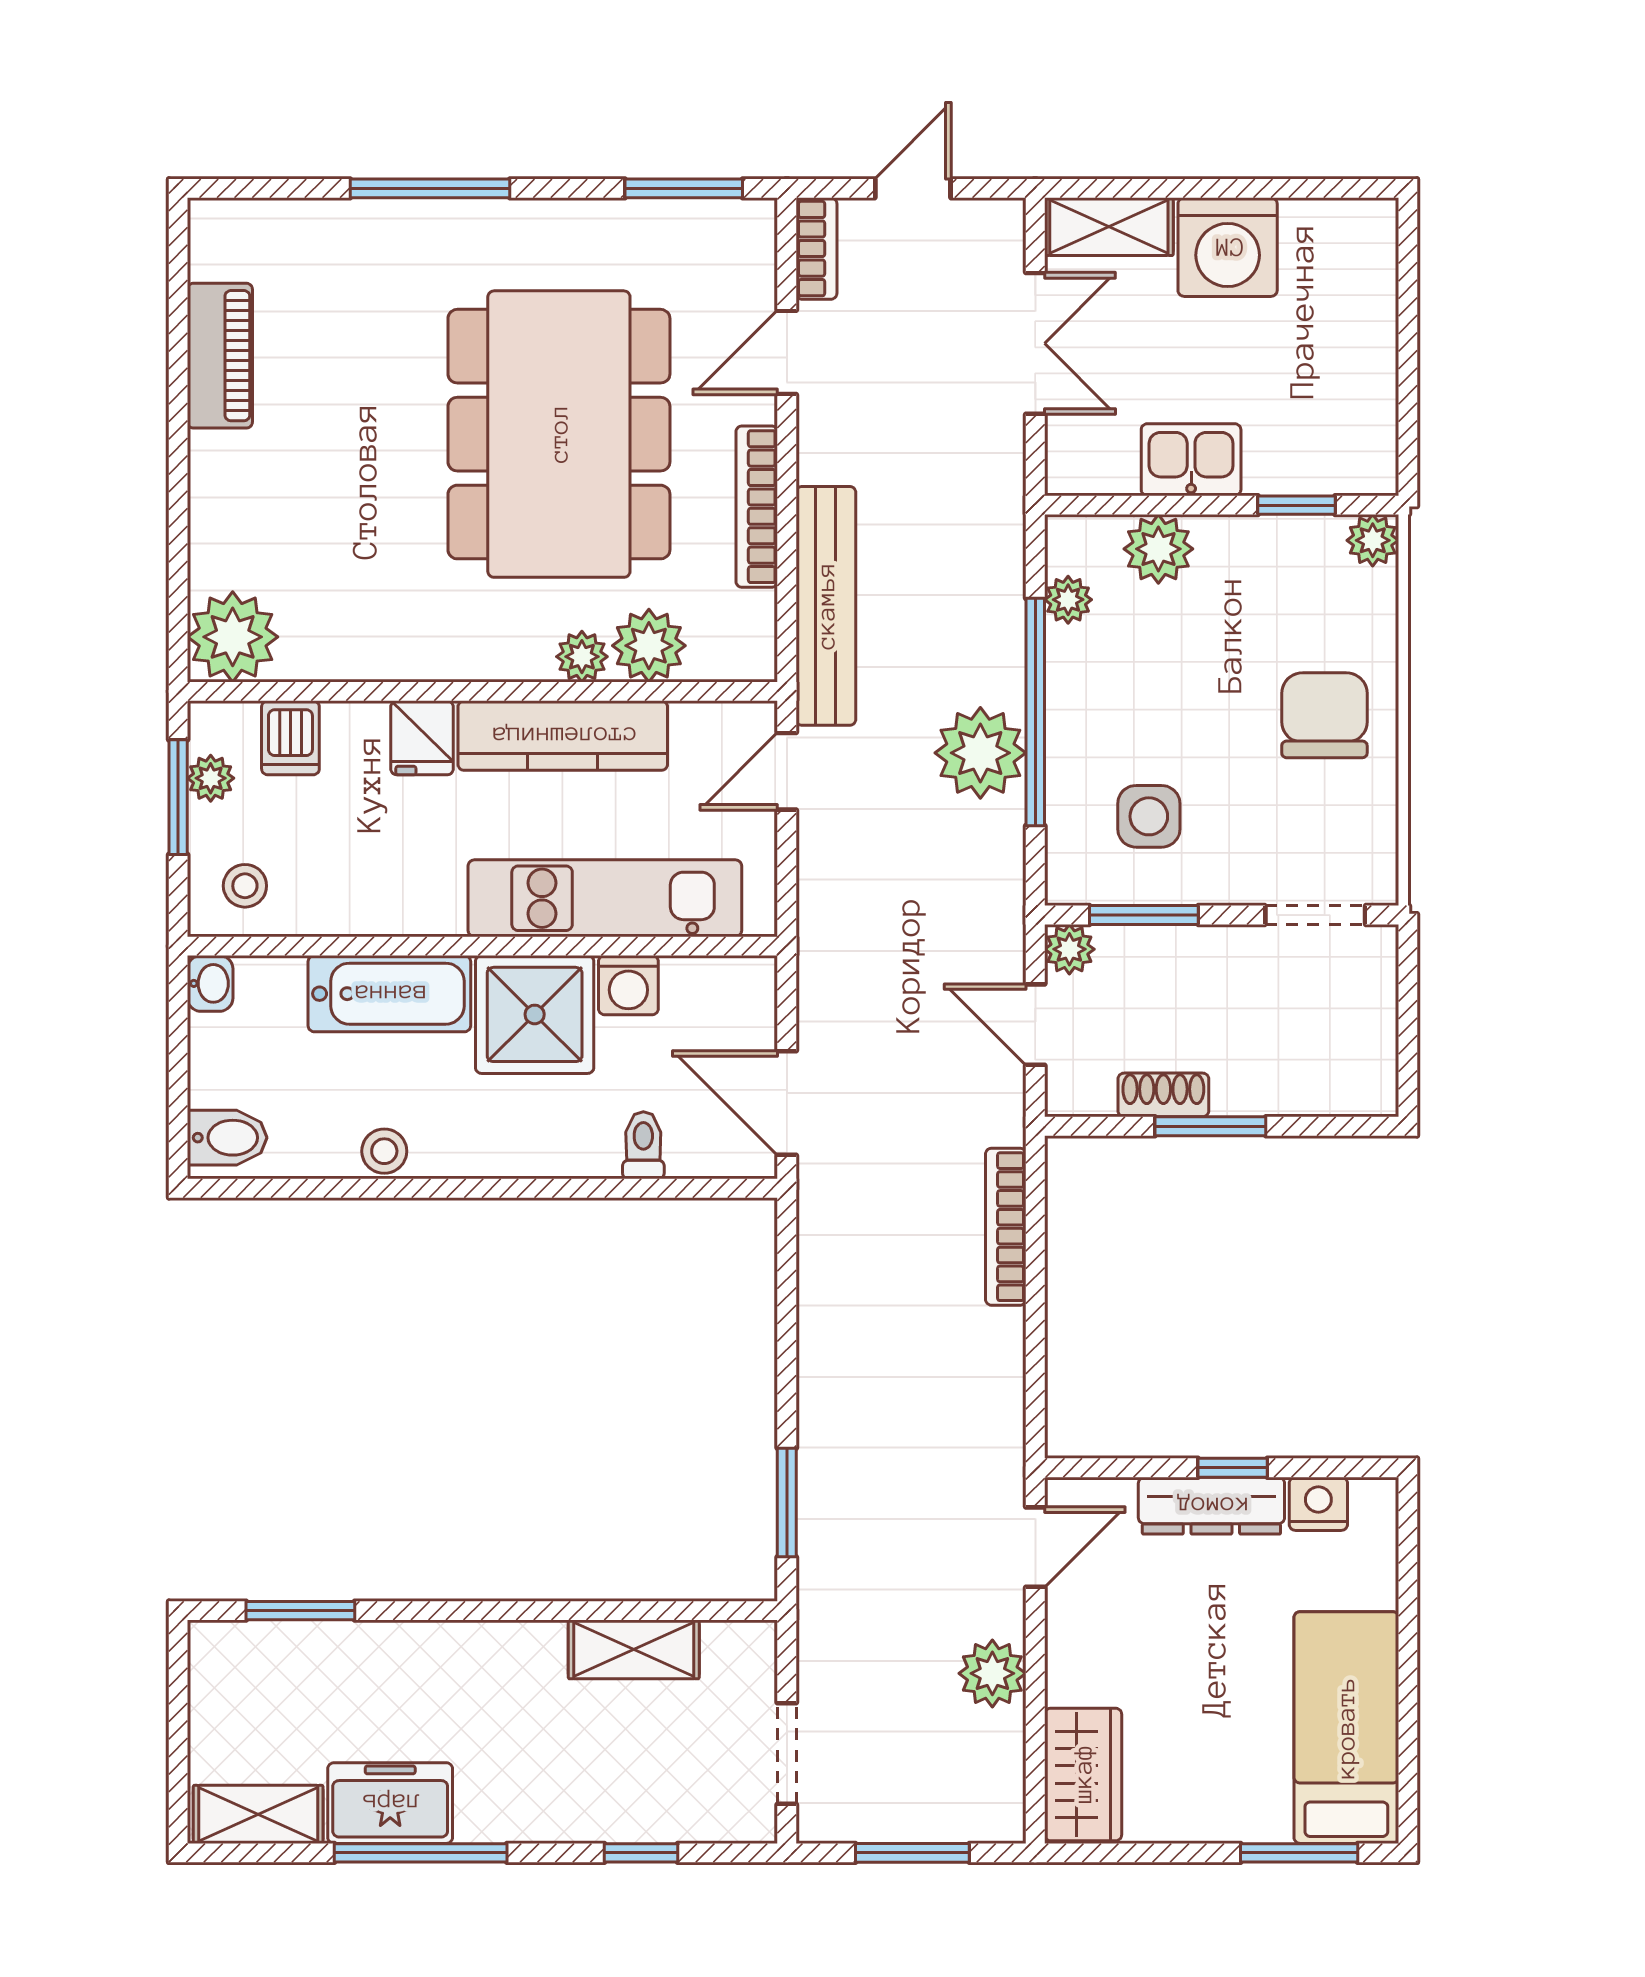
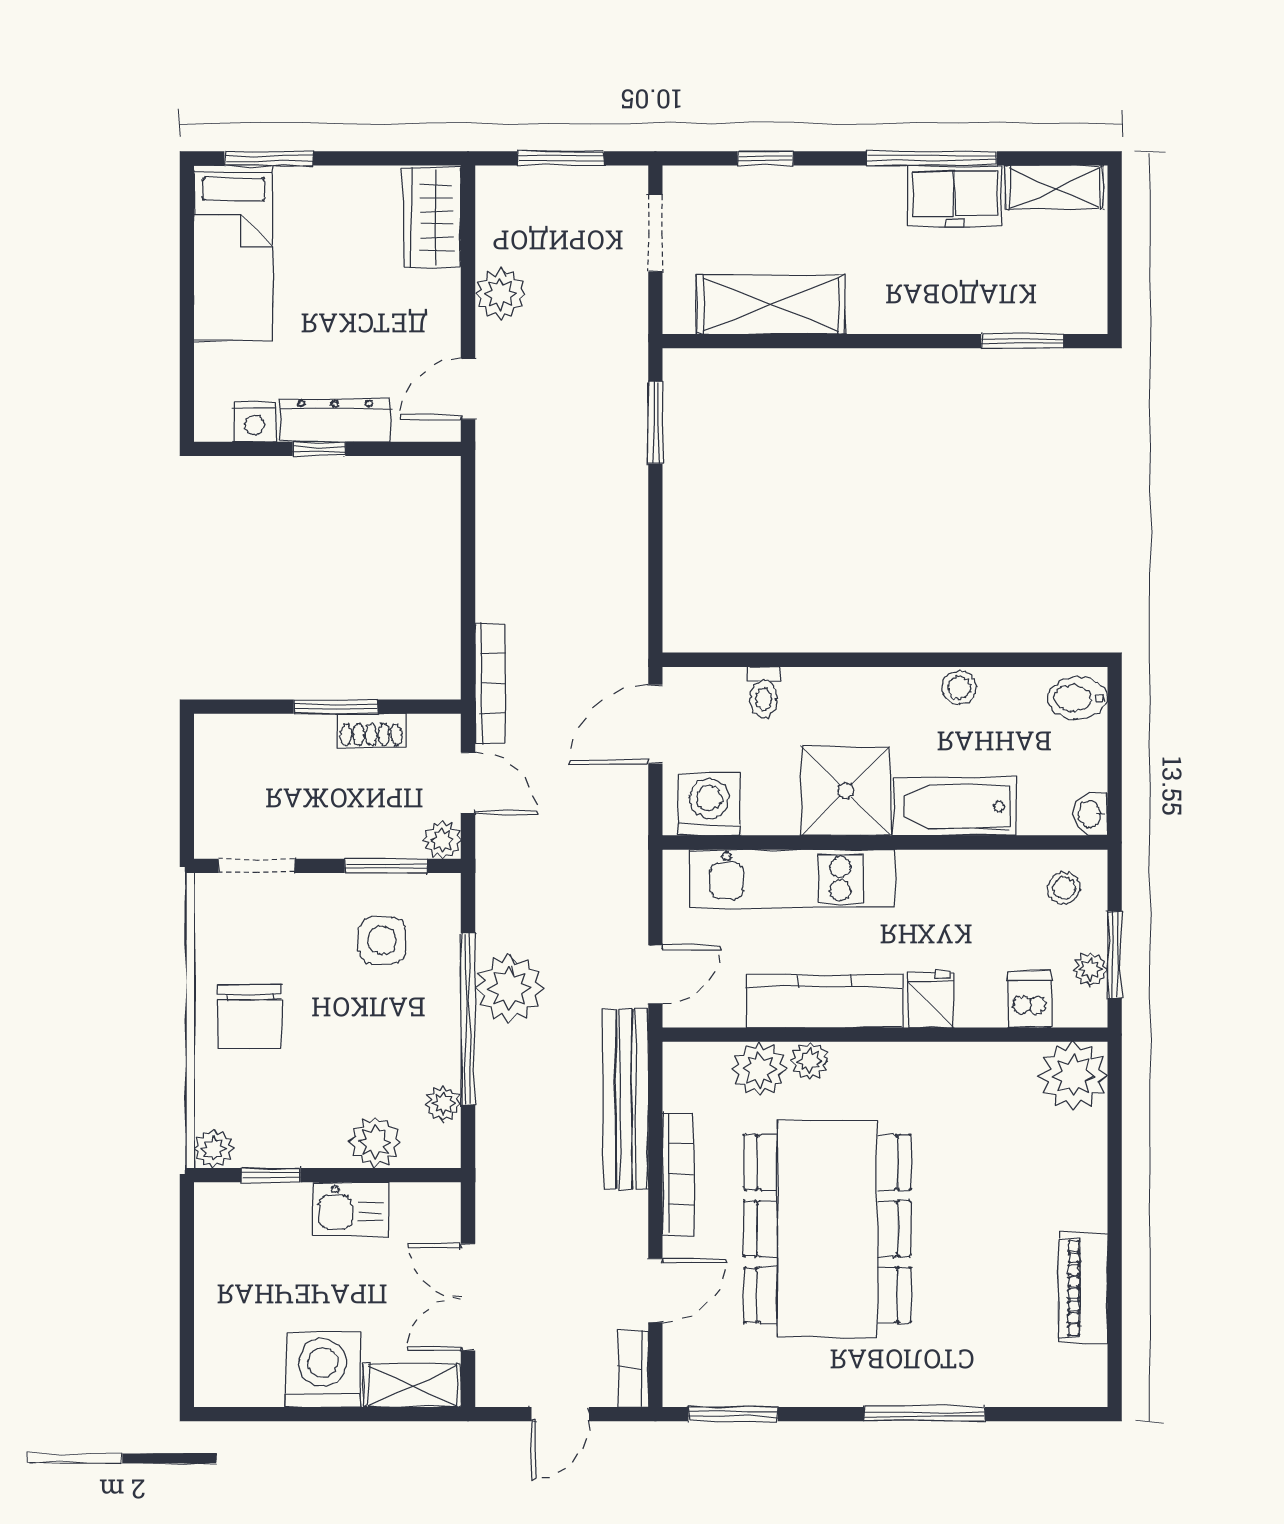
washing machine: (628, 985) -> (709, 805), moved, width x1.38, depth x1.38
door: (787, 1103) -> (655, 724), swing flipped
bookcase: (1006, 1227) -> (490, 684), moved
shelving: (634, 1649) -> (771, 304), width x1.50, depth x1.33

